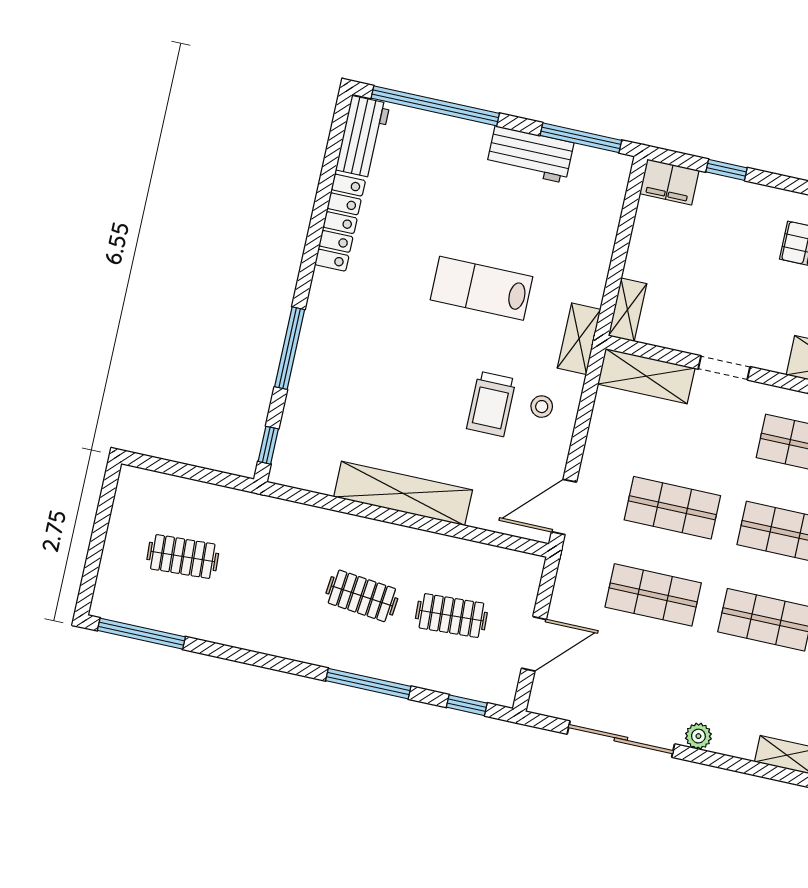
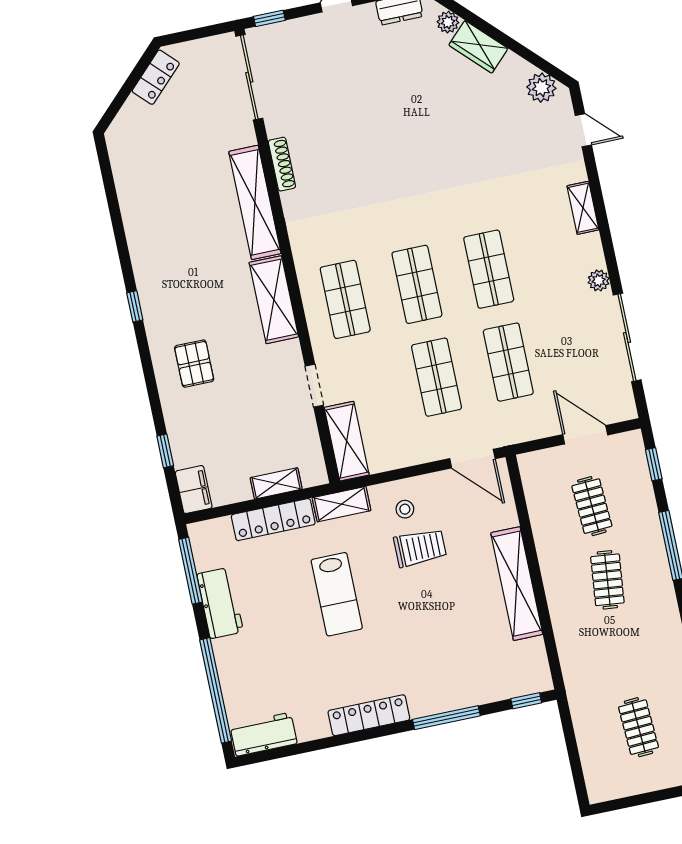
locker: (340, 223) -> (369, 715), moved
locker: (596, 255) -> (273, 520), added
shelving: (628, 310) -> (276, 483), moved

